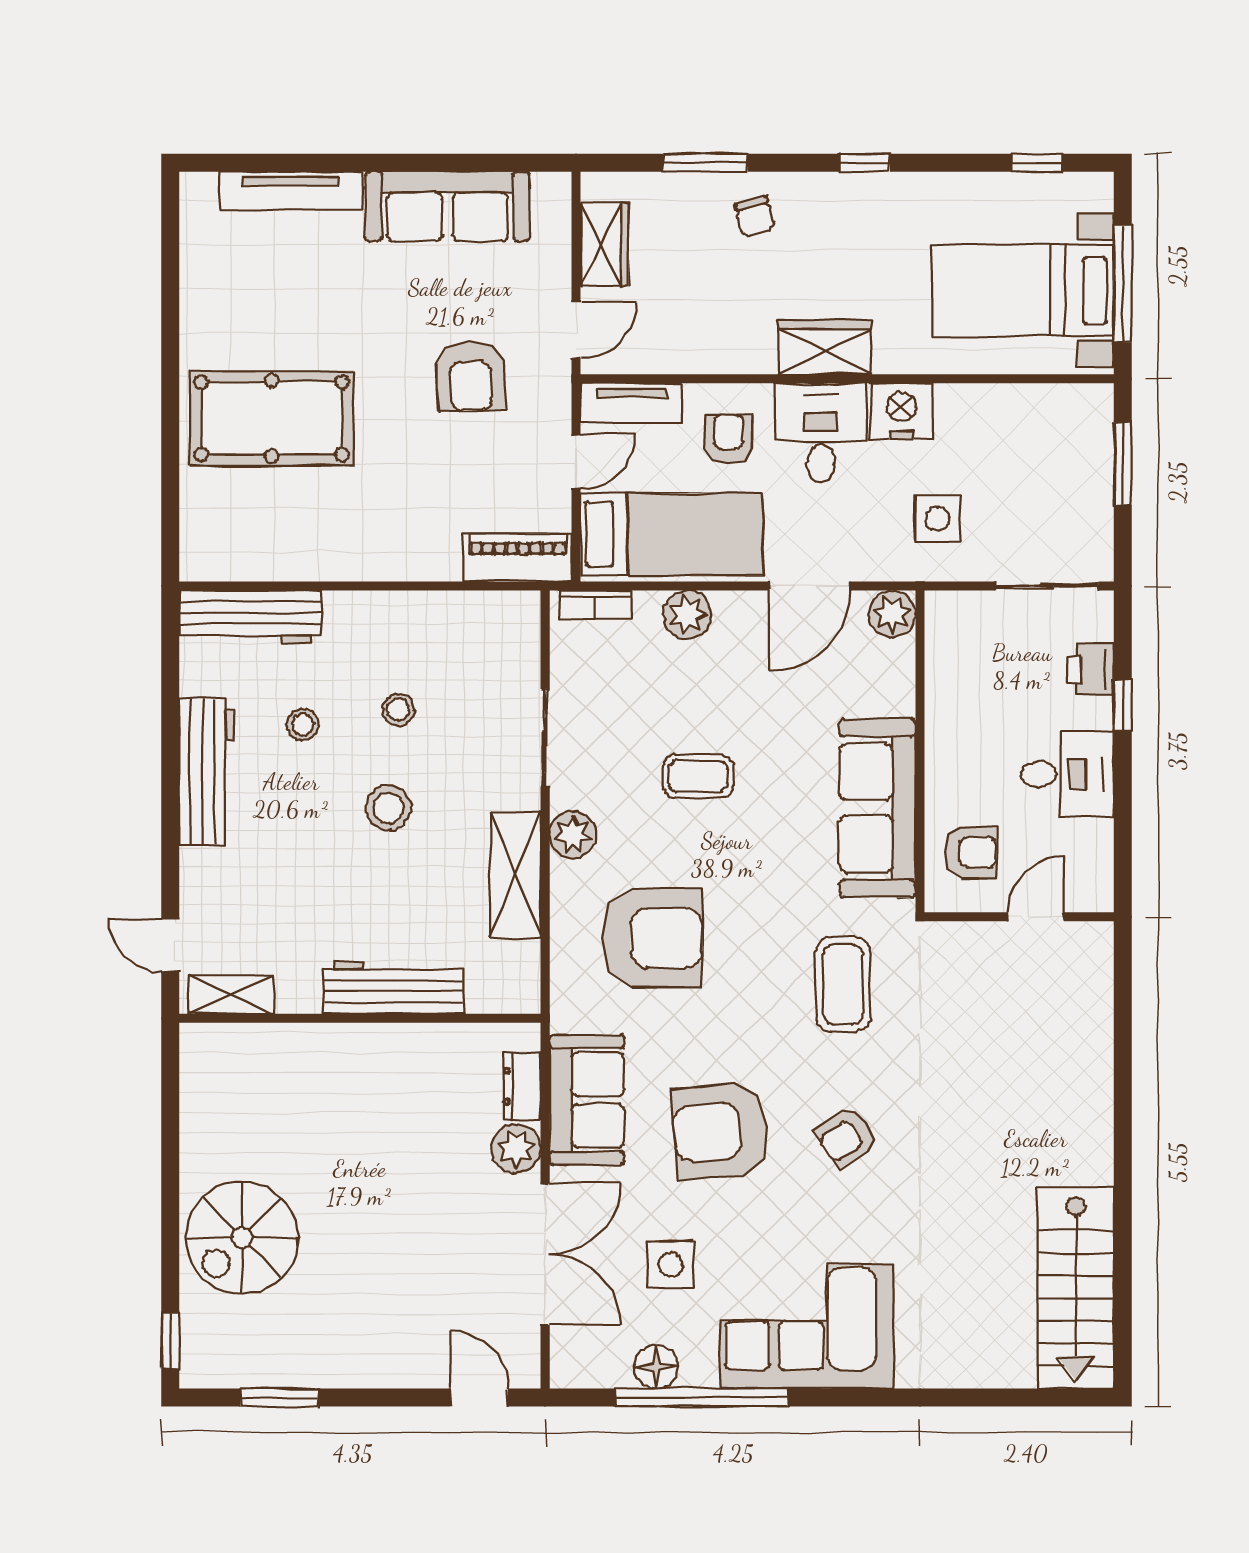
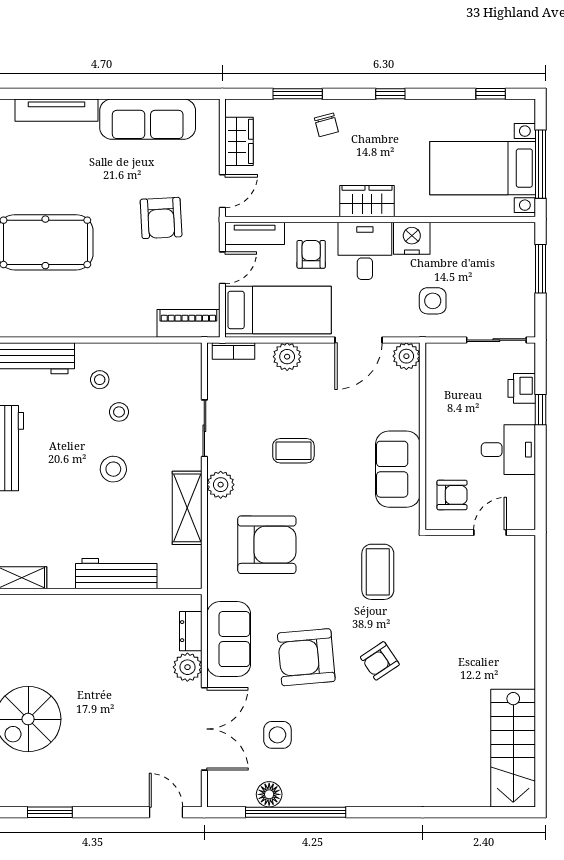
stool: (303, 724) -> (100, 380), moved
sofa: (878, 808) -> (398, 469), width x0.73
corner sofa: (806, 1327) -> (356, 771), removed

